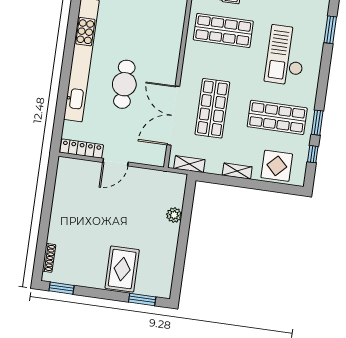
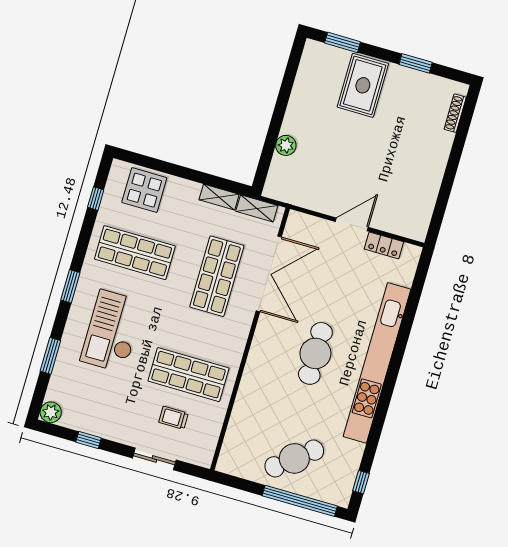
checkout: (286, 55) -> (112, 331), turned 180
cafe table: (124, 84) -> (315, 353), moved
window: (317, 123) -> (70, 286), moved
locker: (82, 149) -> (384, 245), width x0.66
shelving: (237, 171) -> (219, 197), moved
window: (62, 288) -> (416, 63), moved

